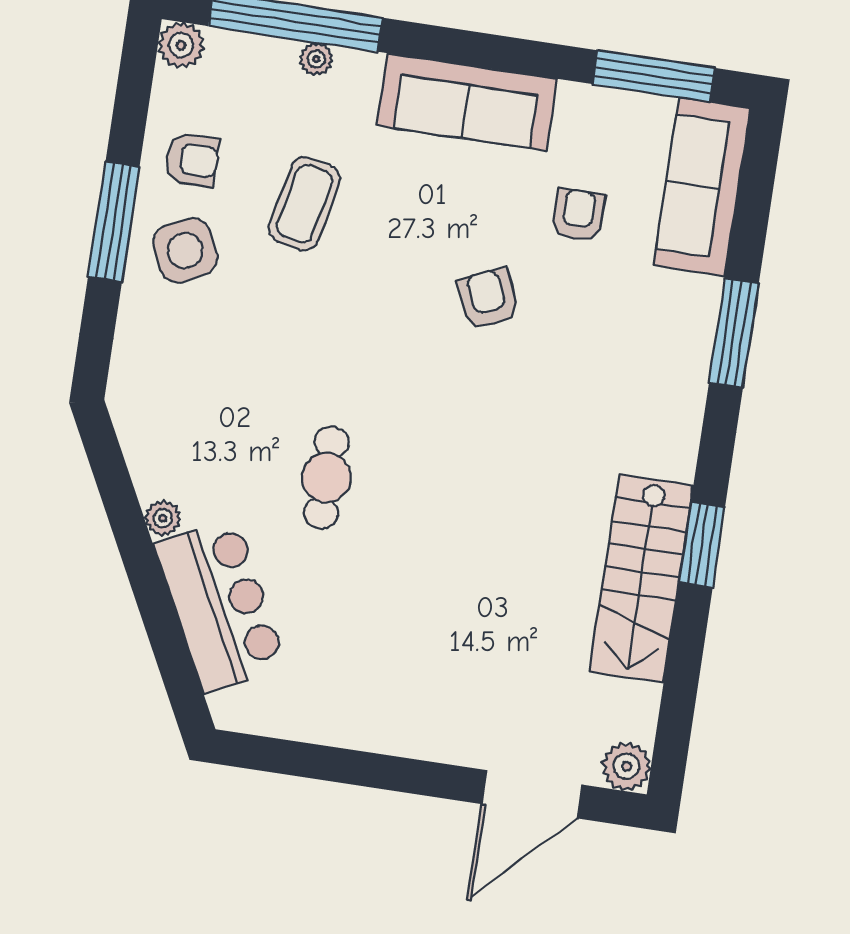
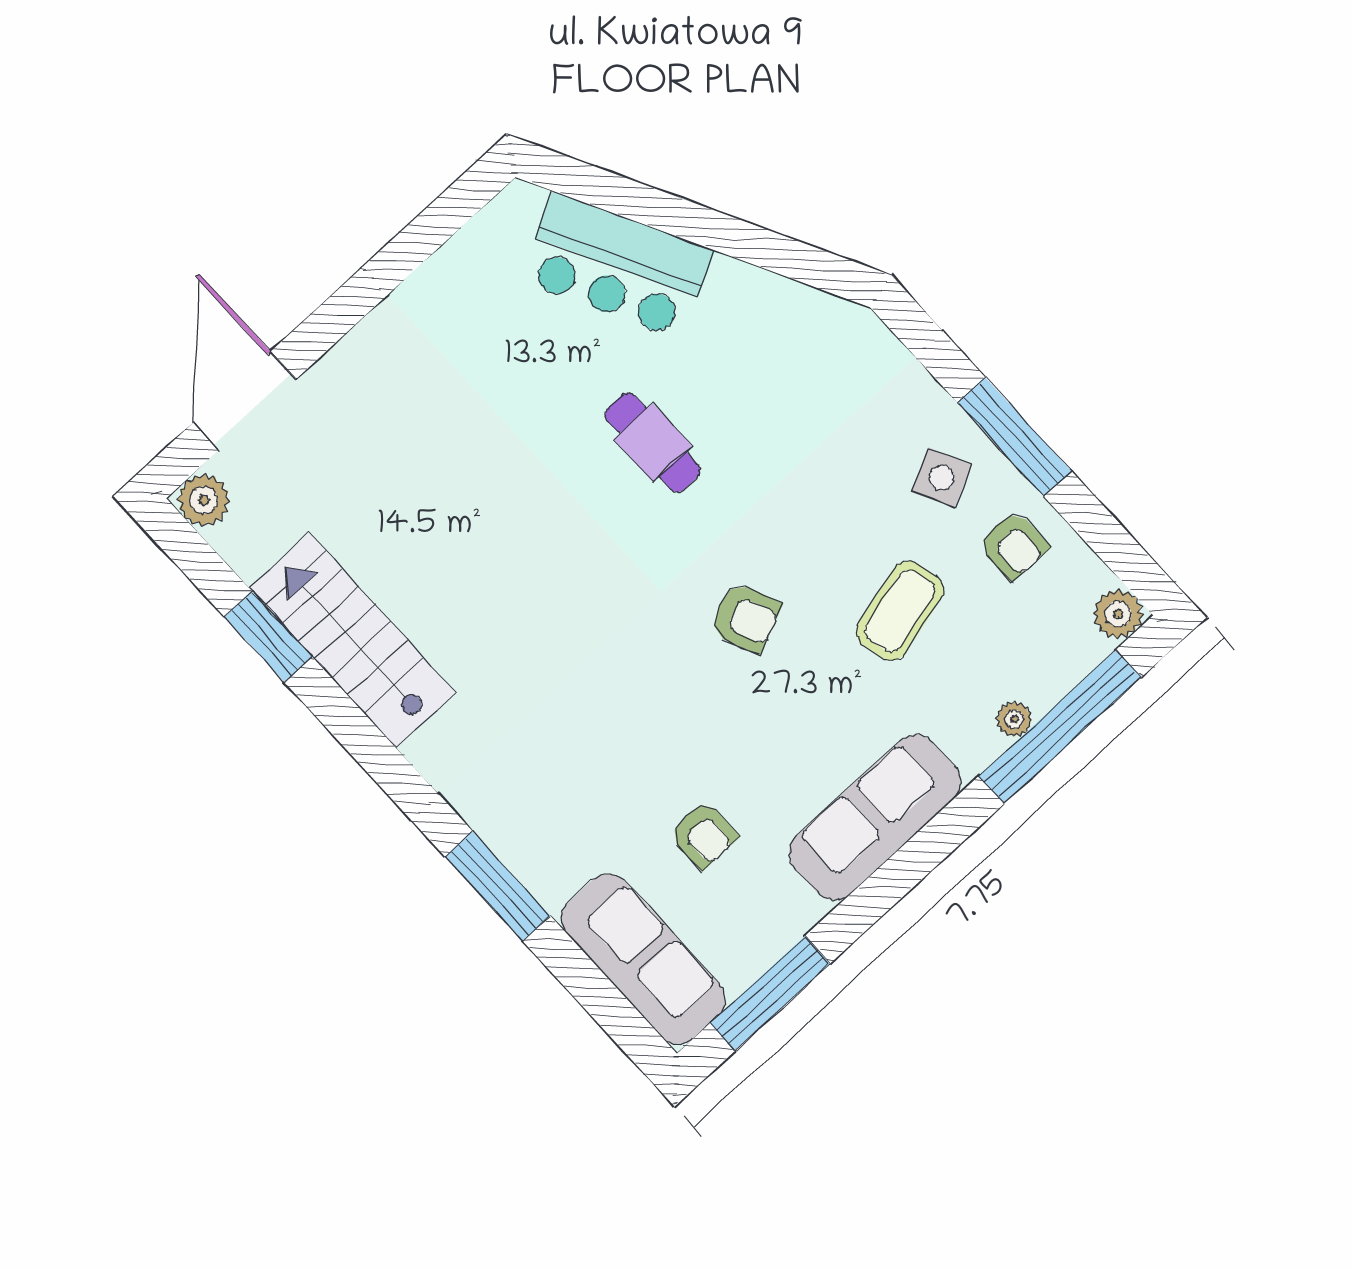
armchair: (192, 160) -> (1014, 545), turned -90
coffee table: (304, 204) -> (900, 611), turned 64
side table: (185, 250) -> (942, 478), width x0.73, depth x0.73
armchair: (488, 299) -> (745, 618), moved
plant: (163, 518) -> (730, 276), removed
window: (702, 545) -> (268, 637), moved

